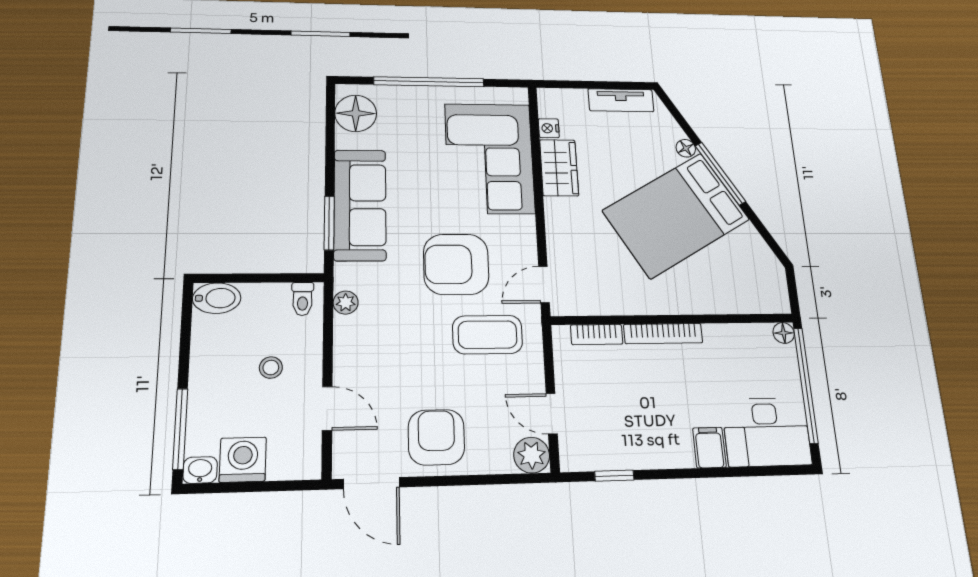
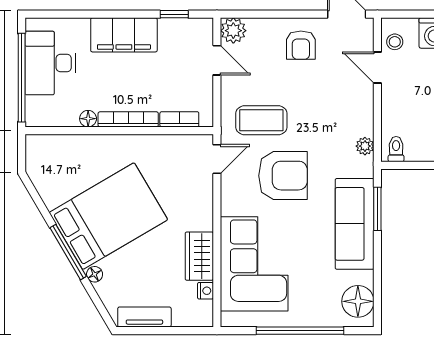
floor lamp: (784, 333) -> (88, 119), moved
stool: (271, 368) -> (395, 42), moved
desk: (767, 432) -> (50, 63), moved, turned -90
armchair: (436, 437) -> (301, 45), width x0.72, depth x0.72
filing cabinet: (709, 448) -> (124, 35), width x3.00, depth x1.17

